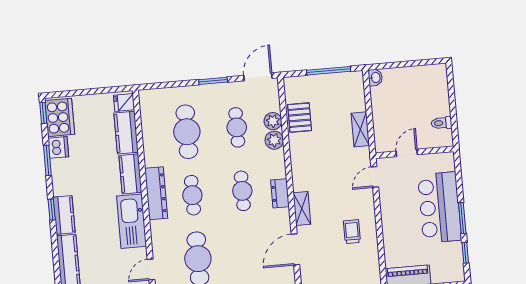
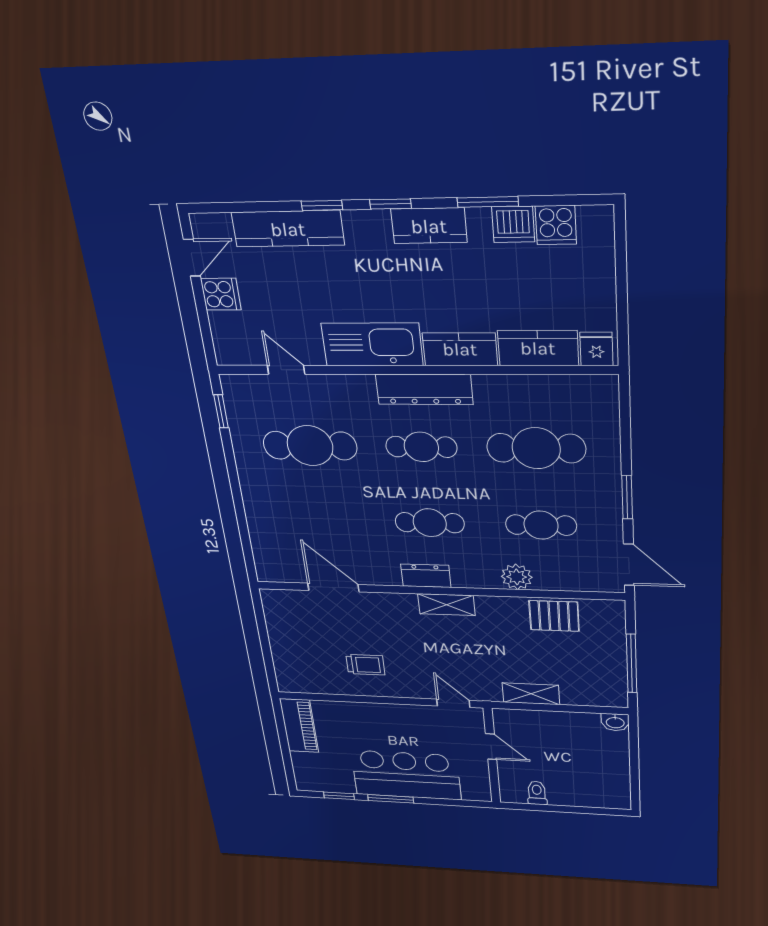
window: (43, 113) -> (322, 205), moved
cooker: (60, 117) -> (556, 225), width x0.53, depth x0.76
plant: (273, 121) -> (550, 578), removed
shelving: (302, 208) -> (446, 605), moved
kitchen counter: (64, 215) -> (429, 226), moved

